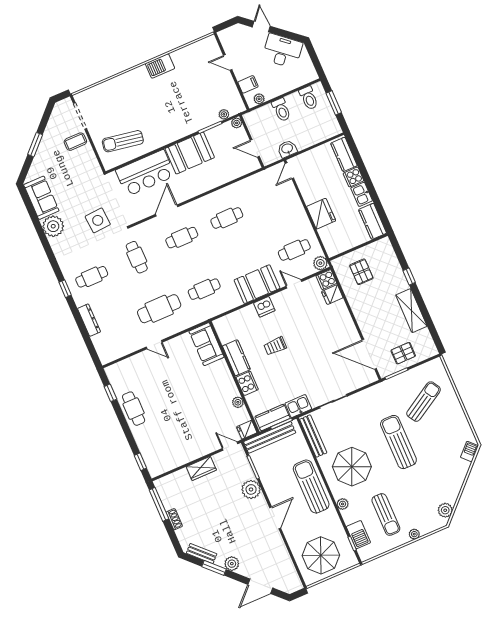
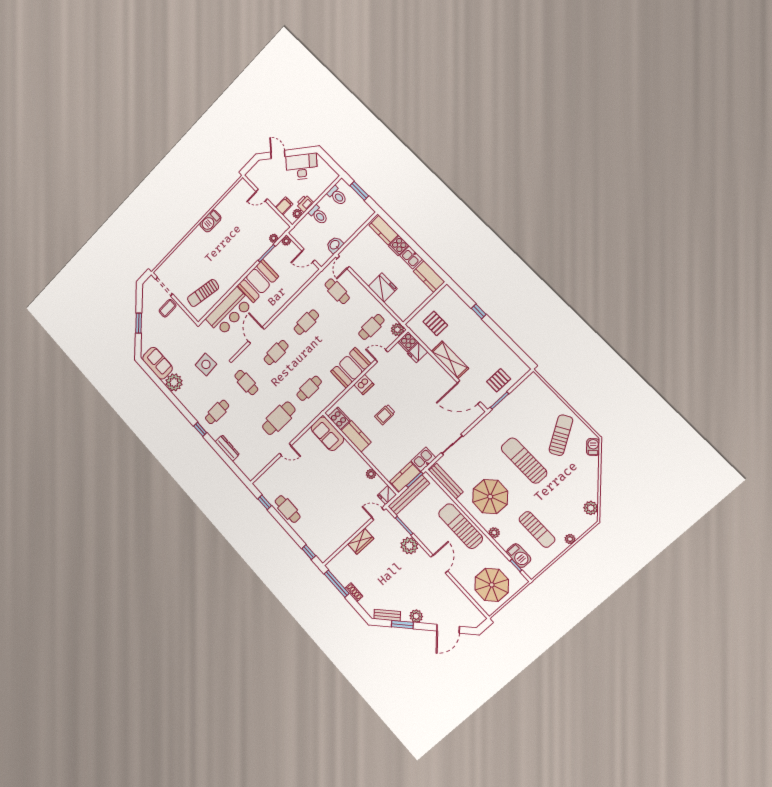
printer: (271, 91) -> (305, 203), added
cafe table: (272, 198) -> (337, 291), added
shelving: (411, 311) -> (450, 360), moved
cooker: (247, 383) -> (339, 418), moved
sun lounger: (424, 402) -> (561, 435), moved

